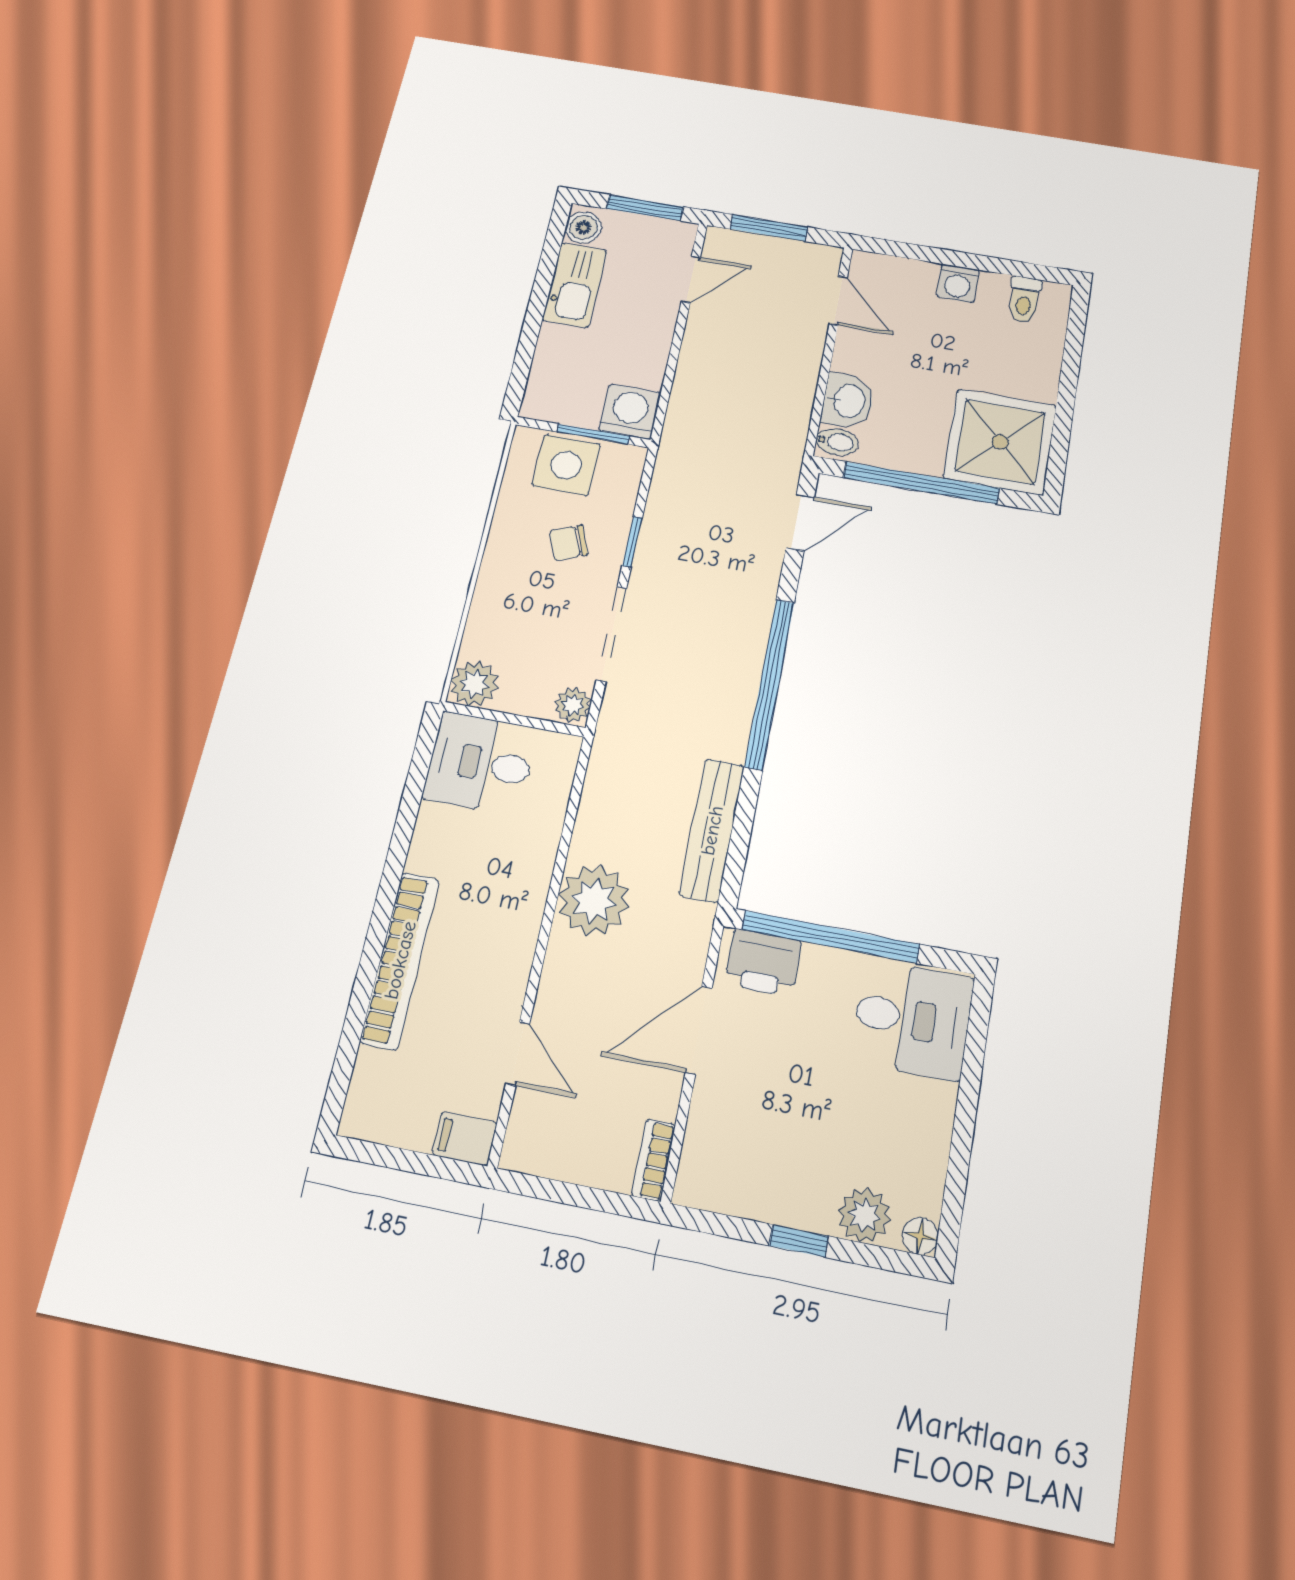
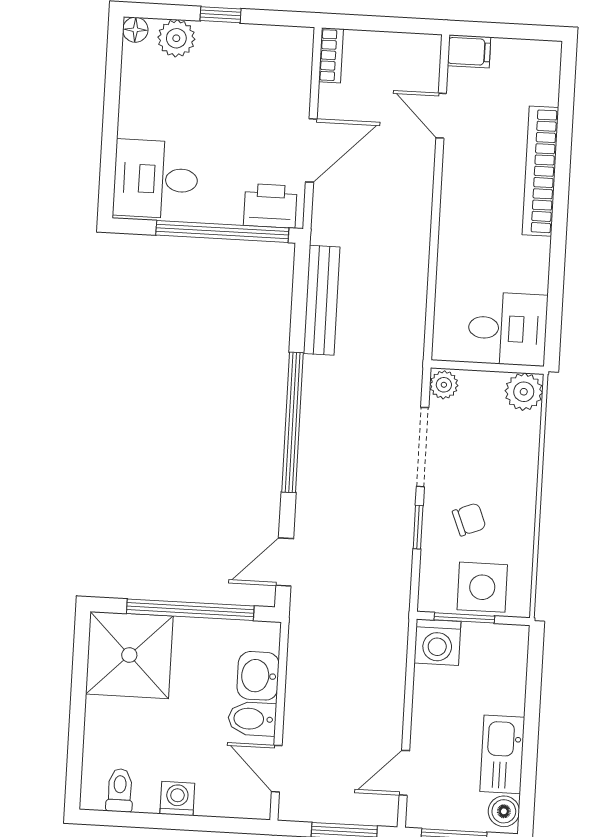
bidet: (837, 442) -> (252, 719), moved, width x1.38, depth x1.36
plant: (594, 901) -> (403, 235), removed

